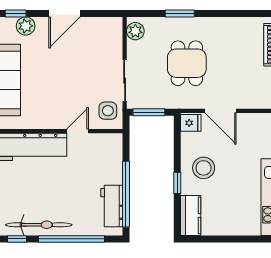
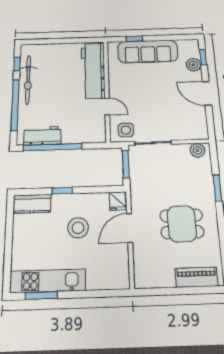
dining table: (187, 63) -> (182, 224), moved
stool: (204, 168) -> (78, 228), moved

